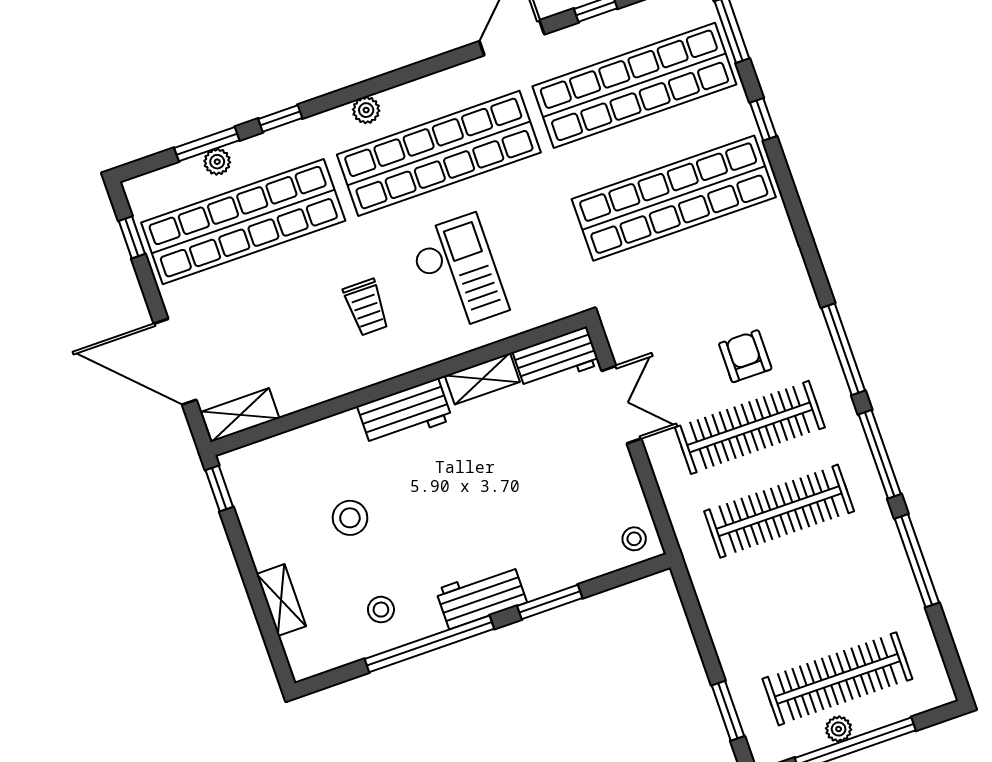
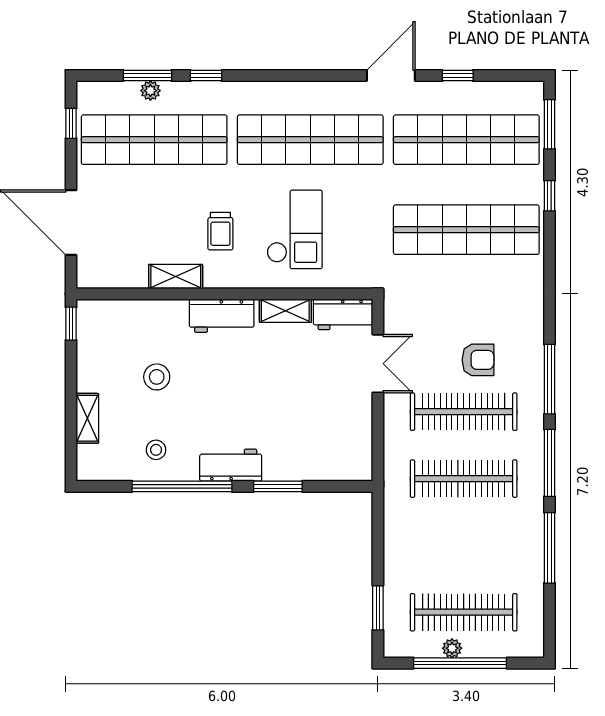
plant: (366, 110) -> (269, 91), removed
armchair: (745, 356) -> (478, 360), turned 90
shelving: (240, 415) -> (176, 277), moved
stool: (634, 539) -> (354, 462), removed

